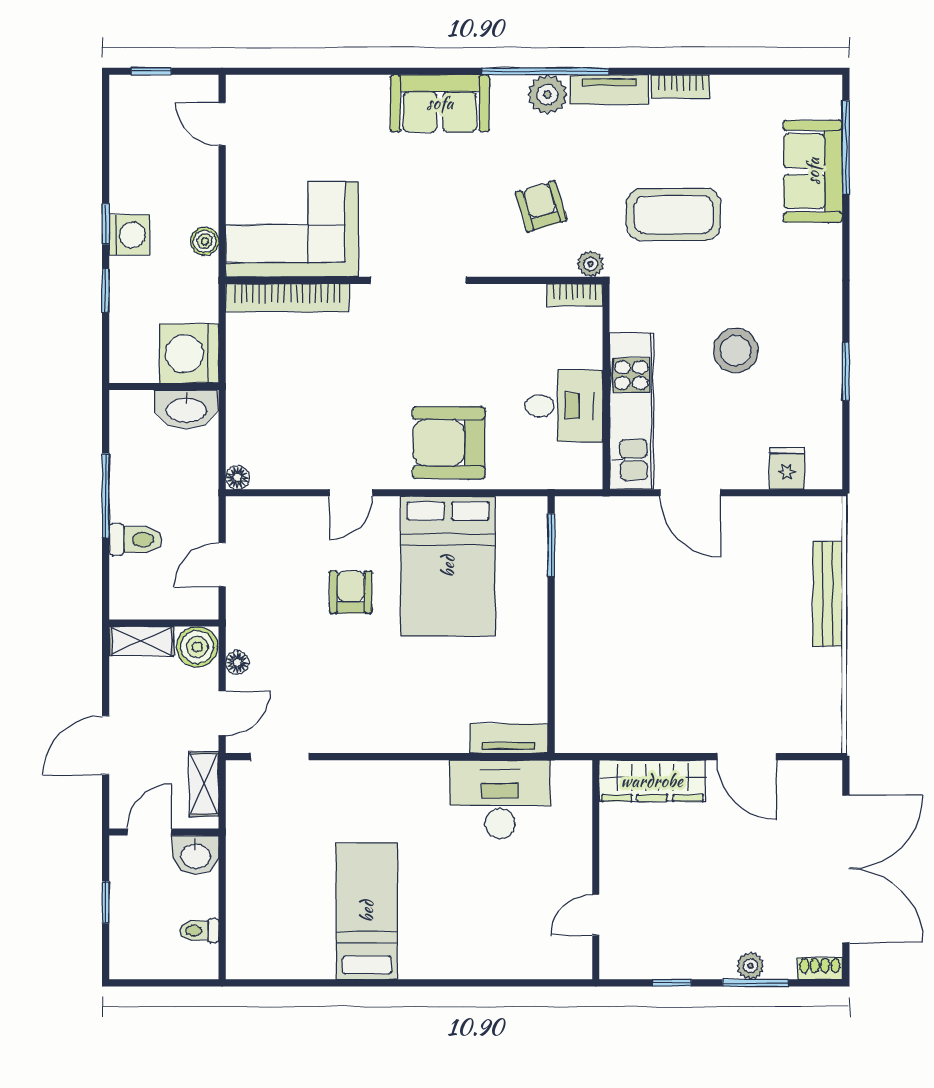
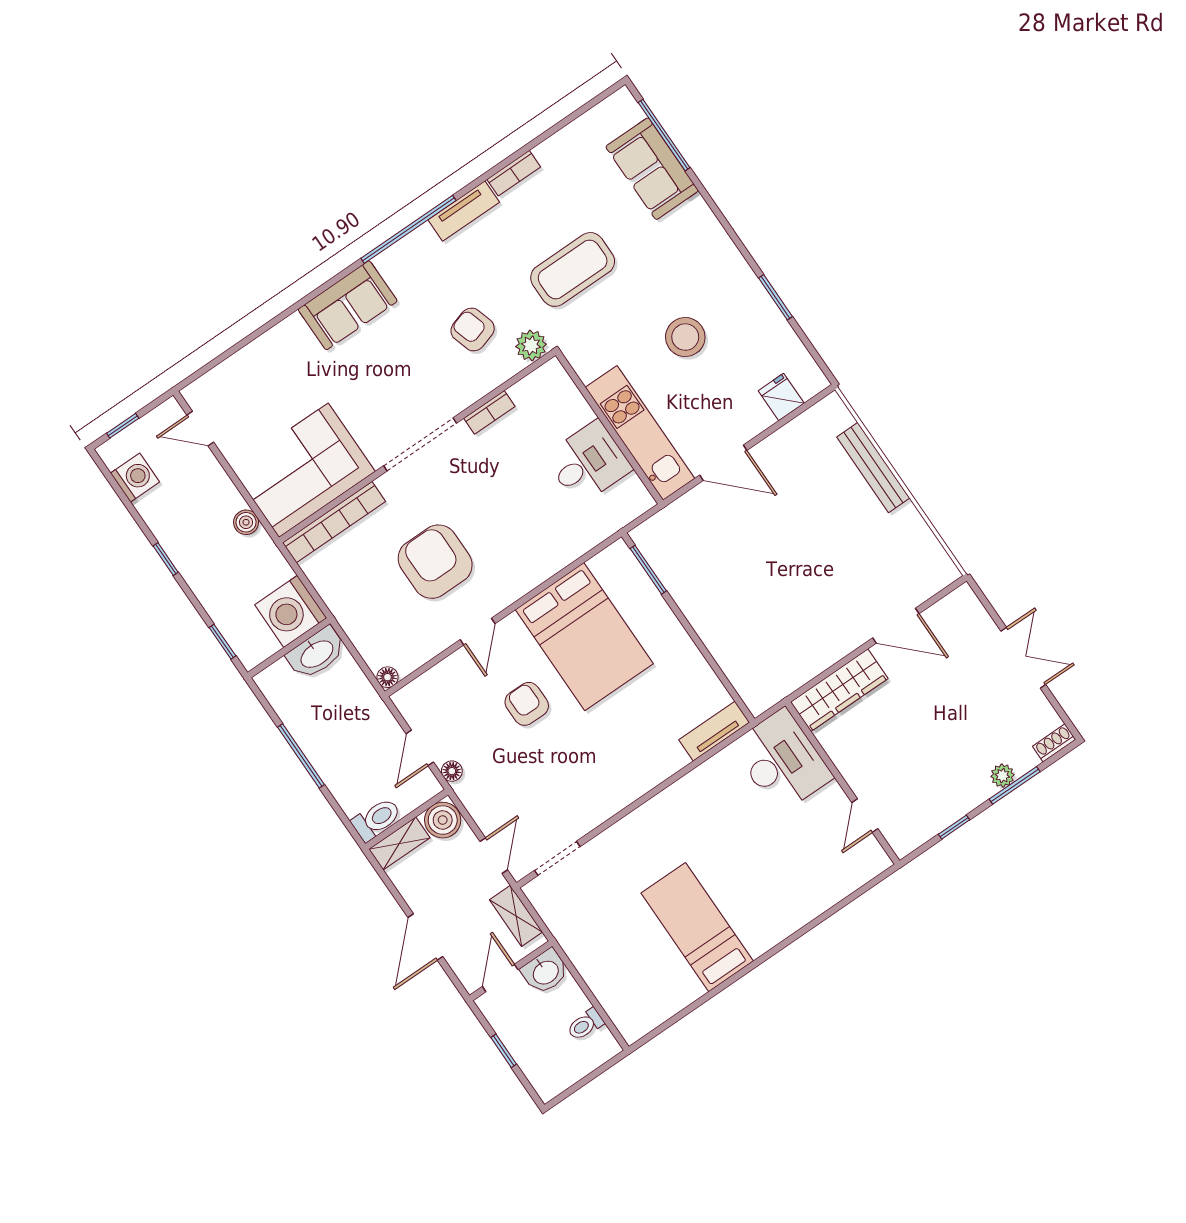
plant: (547, 94) -> (421, 245), removed
washing machine: (129, 235) -> (135, 478), moved
plant: (591, 264) -> (531, 345), width x1.38, depth x1.38
window: (106, 291) -> (222, 642), moved
bookcase: (575, 295) -> (489, 412), moved
armchair: (449, 443) -> (435, 562), moved, turned 90
toilet: (136, 540) -> (376, 819), moved
floor lamp: (237, 663) -> (452, 771), moved
desk: (500, 799) -> (782, 761), moved, turned 90
double door: (846, 869) -> (1023, 658), width x0.54

